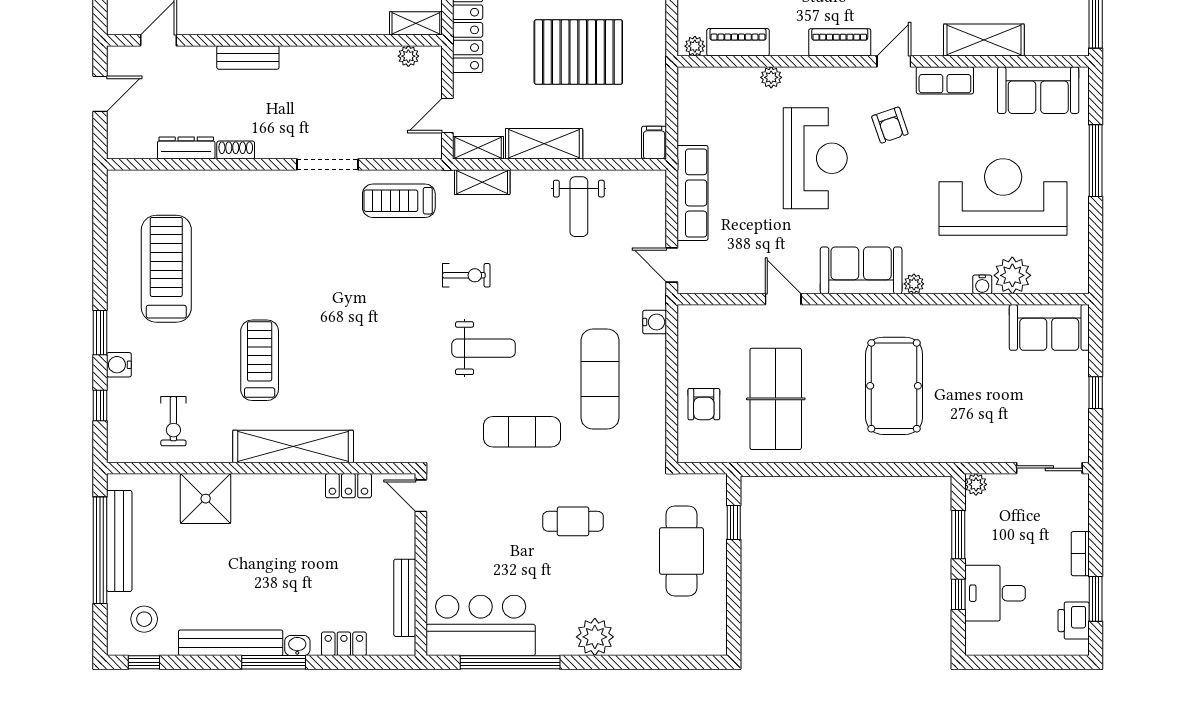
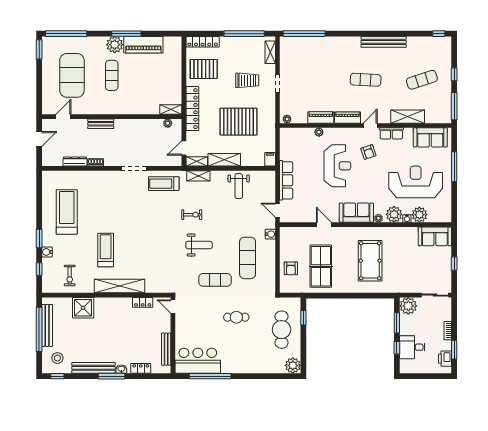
piano: (738, 42) -> (321, 117), moved
plant: (951, 274) -> (394, 214), added
plant: (976, 484) -> (408, 306), width x1.88, depth x1.88
plant: (595, 637) -> (293, 365), moved

